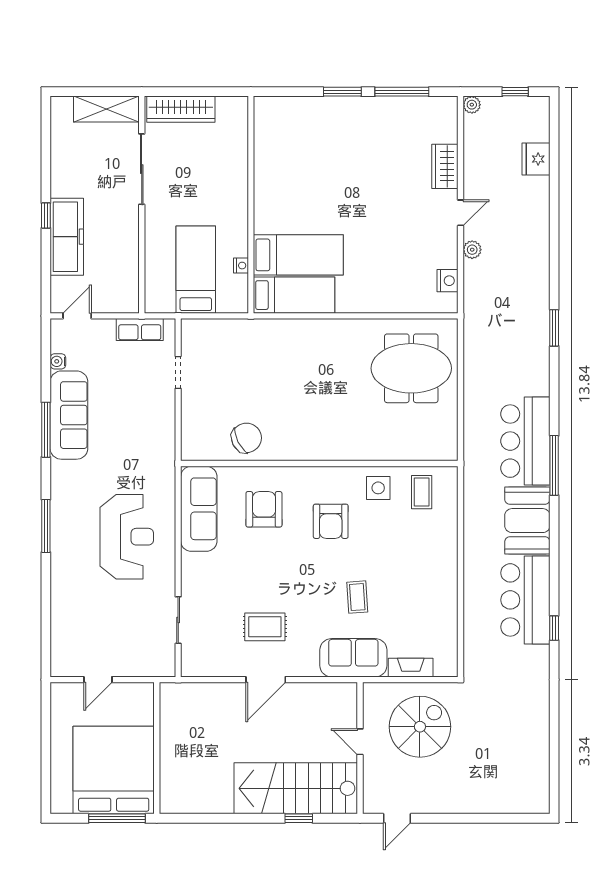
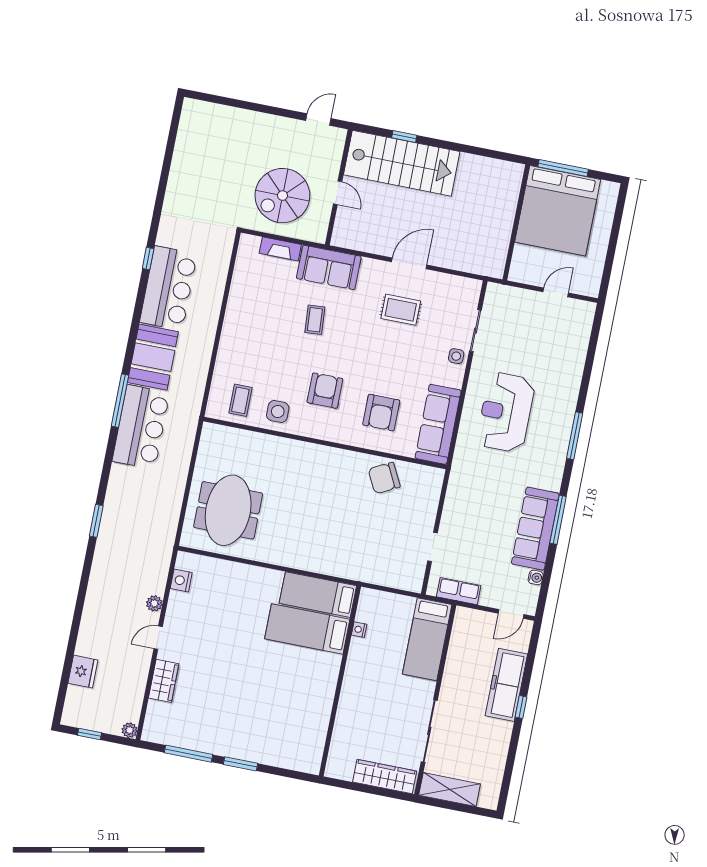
bed: (196, 270) -> (427, 639), moved
meeting table: (411, 368) -> (228, 510), turned 90
side table: (194, 588) -> (456, 356), added

